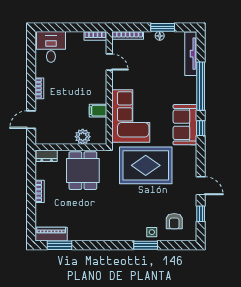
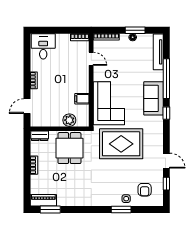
sofa: (185, 125) -> (153, 98), moved

